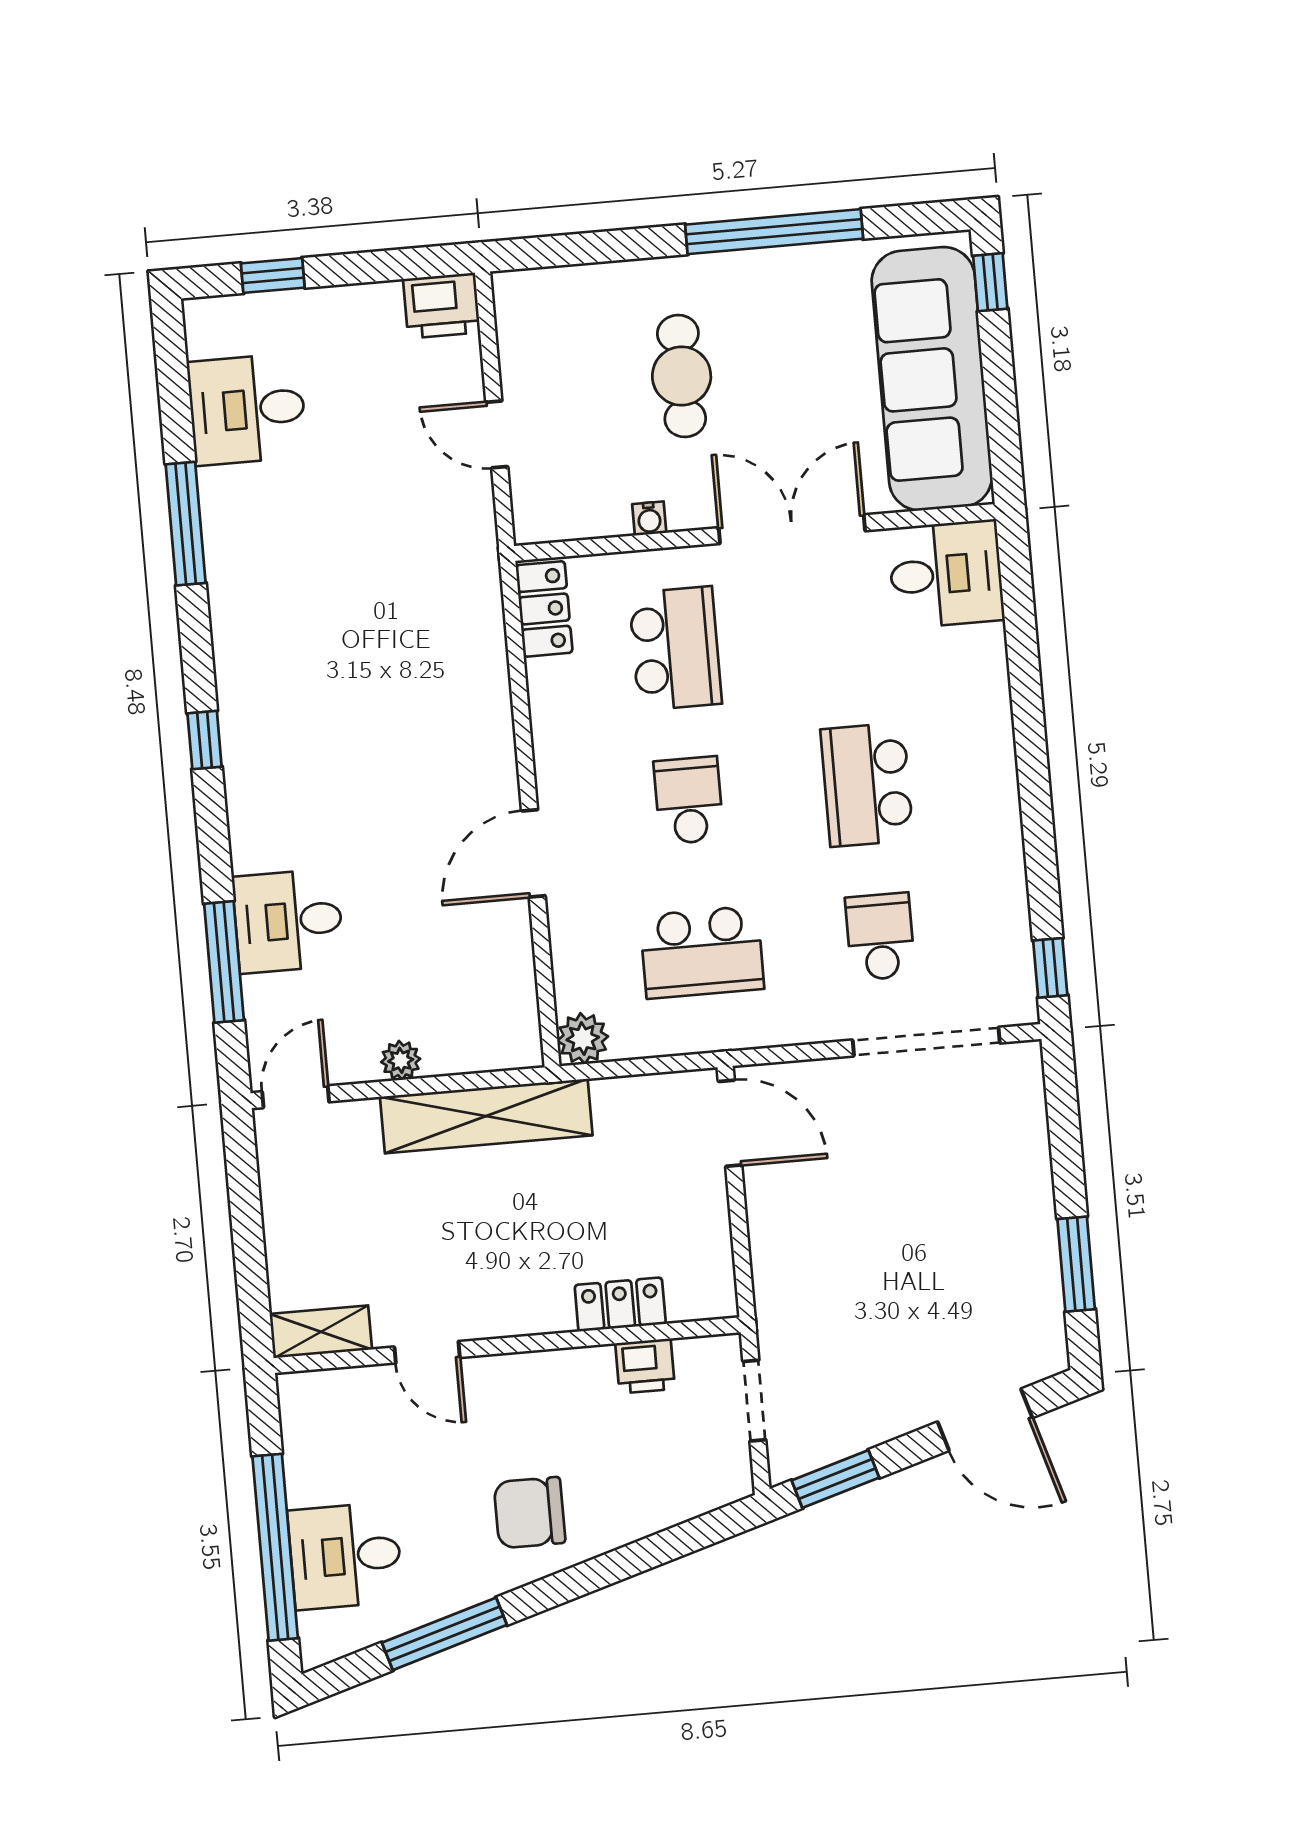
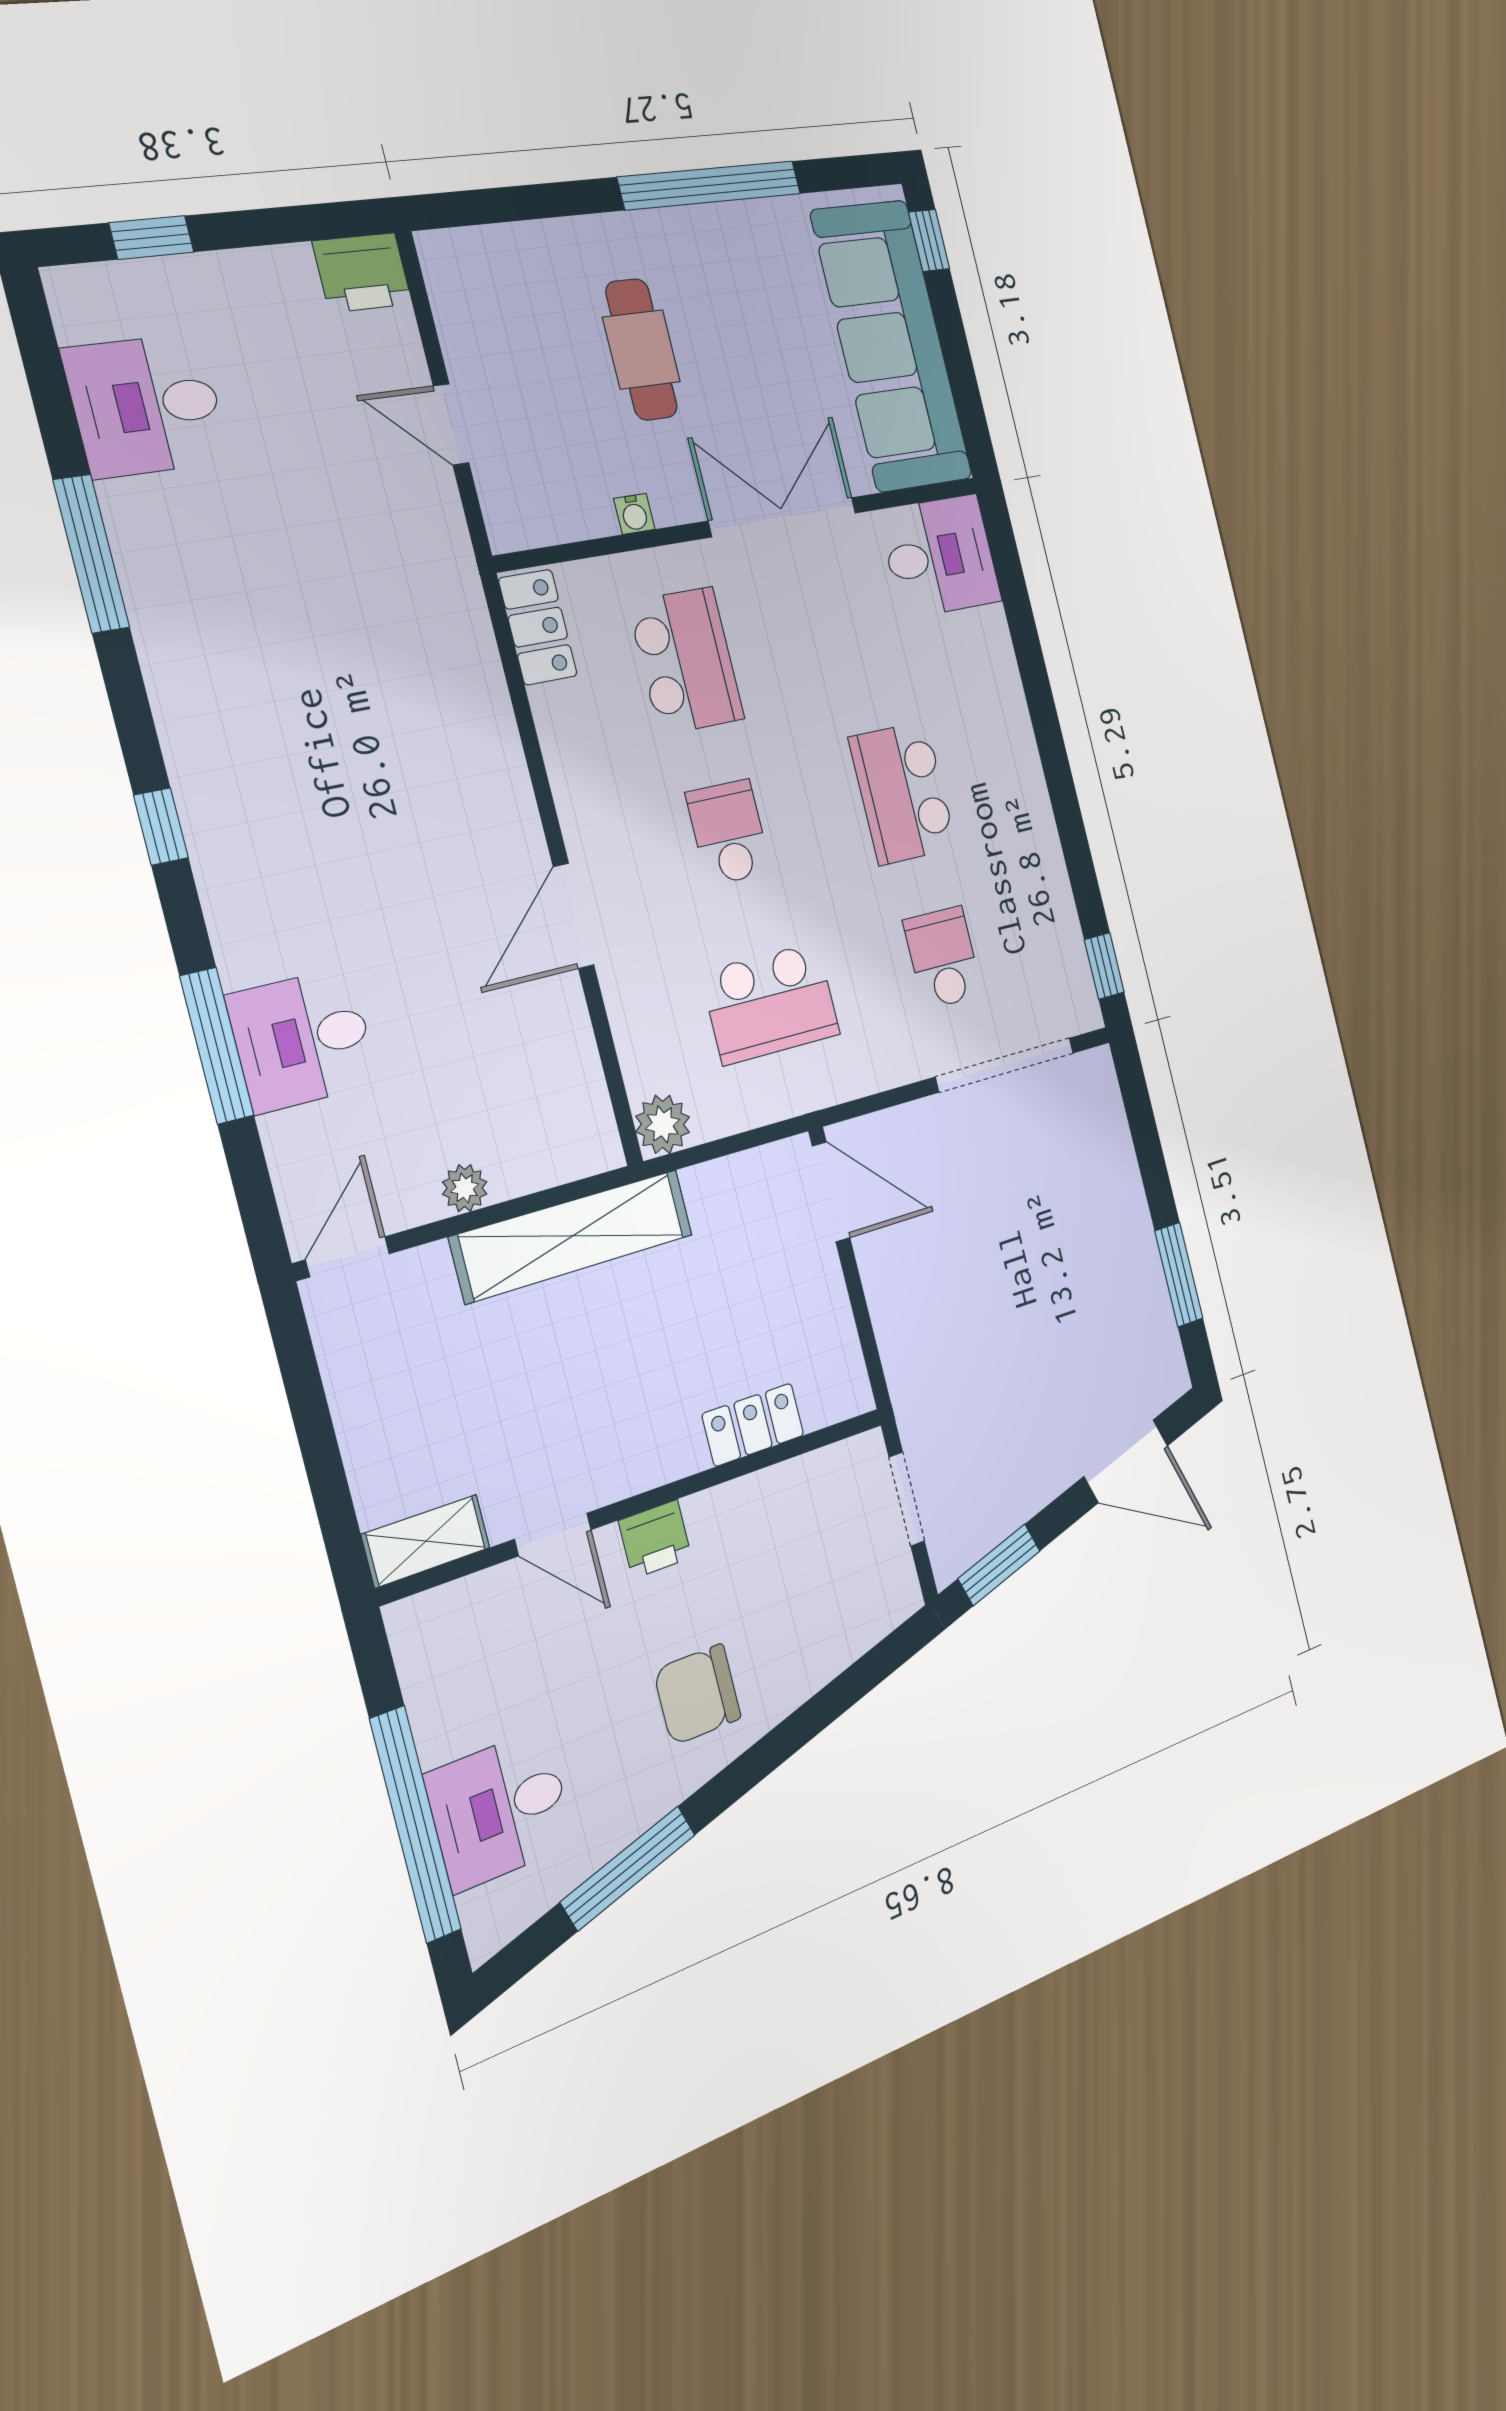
window: (224, 962) -> (217, 1046), moved
printer: (645, 1366) -> (655, 1539), moved

